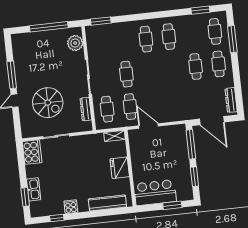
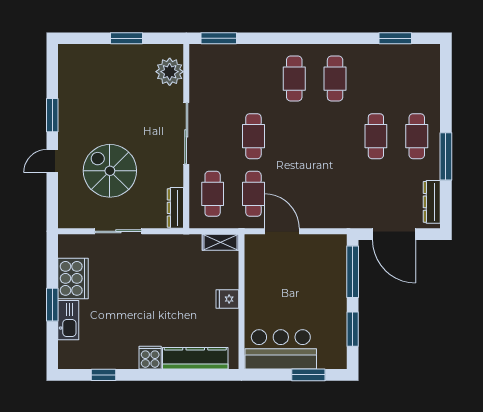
window: (49, 27) -> (126, 38), width x0.47
cafe table: (215, 31) -> (417, 79), removed
window: (232, 39) -> (446, 156), moved
window: (12, 75) -> (52, 115), width x0.69
spiral stairs: (48, 103) -> (110, 171), turned 180
dresser: (86, 109) -> (175, 208), moved
cooker: (32, 152) -> (73, 278), moved
fridge: (120, 168) -> (227, 299), width x0.53, depth x0.75
window: (25, 197) -> (52, 305), moved
cooker: (71, 207) -> (150, 358), moved

